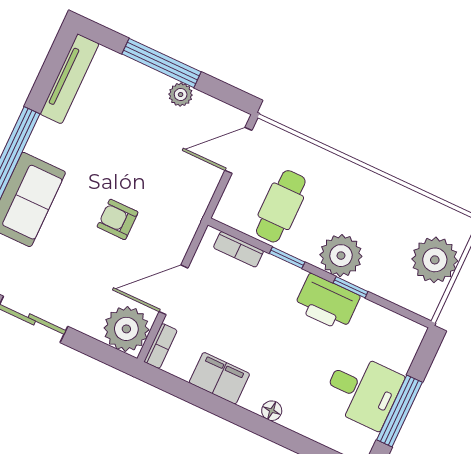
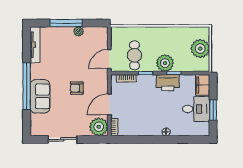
door: (238, 150) -> (109, 59), moved
filing cabinet: (219, 378) -> (203, 85), moved, turned -90
window: (399, 411) -> (213, 110), width x0.69

